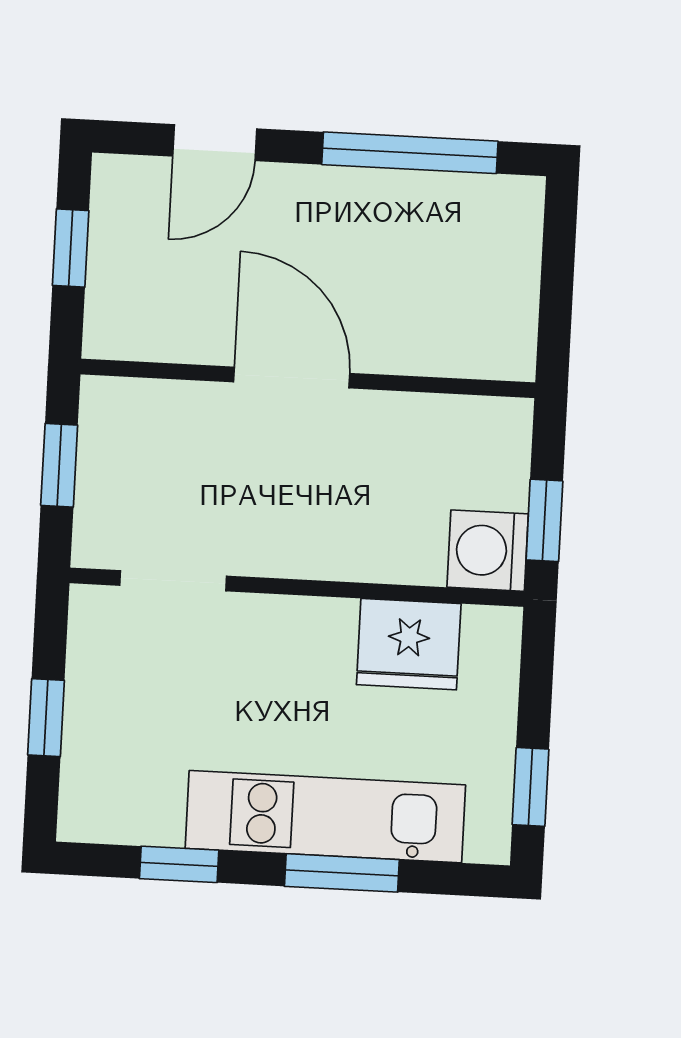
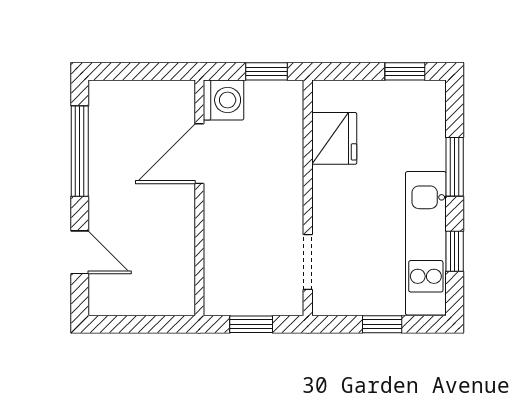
window: (71, 248) -> (138, 324), removed
door: (292, 378) -> (199, 154), moved
washing machine: (488, 551) -> (224, 100), moved, turned -90
kitchen unit: (325, 817) -> (426, 243), moved

